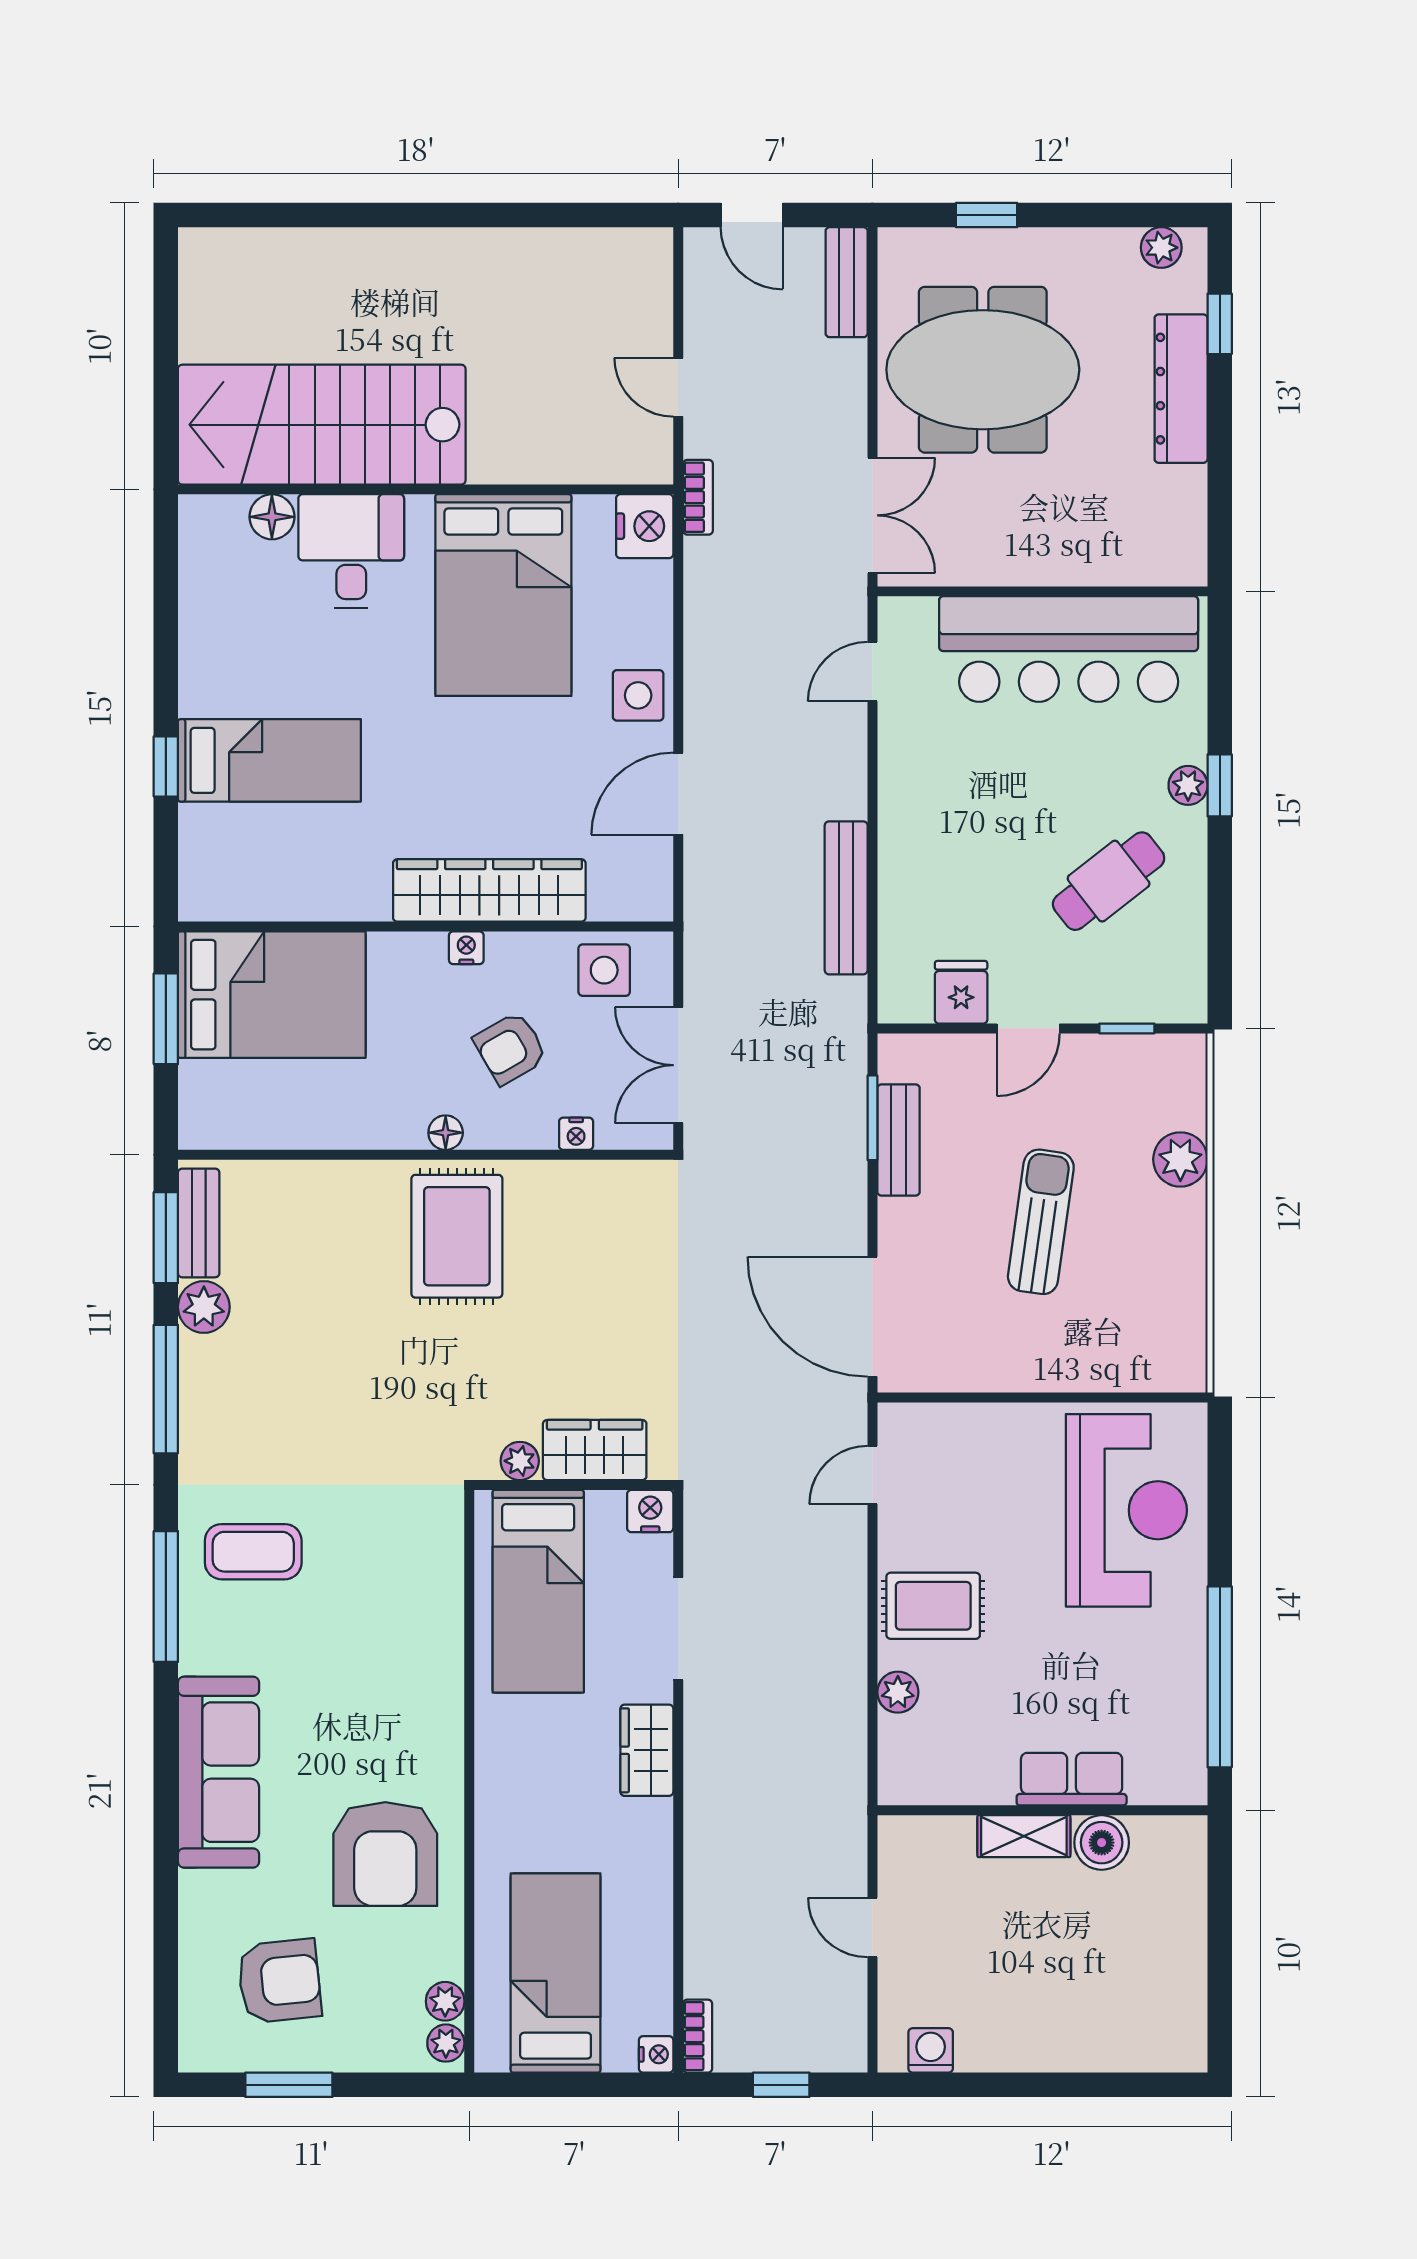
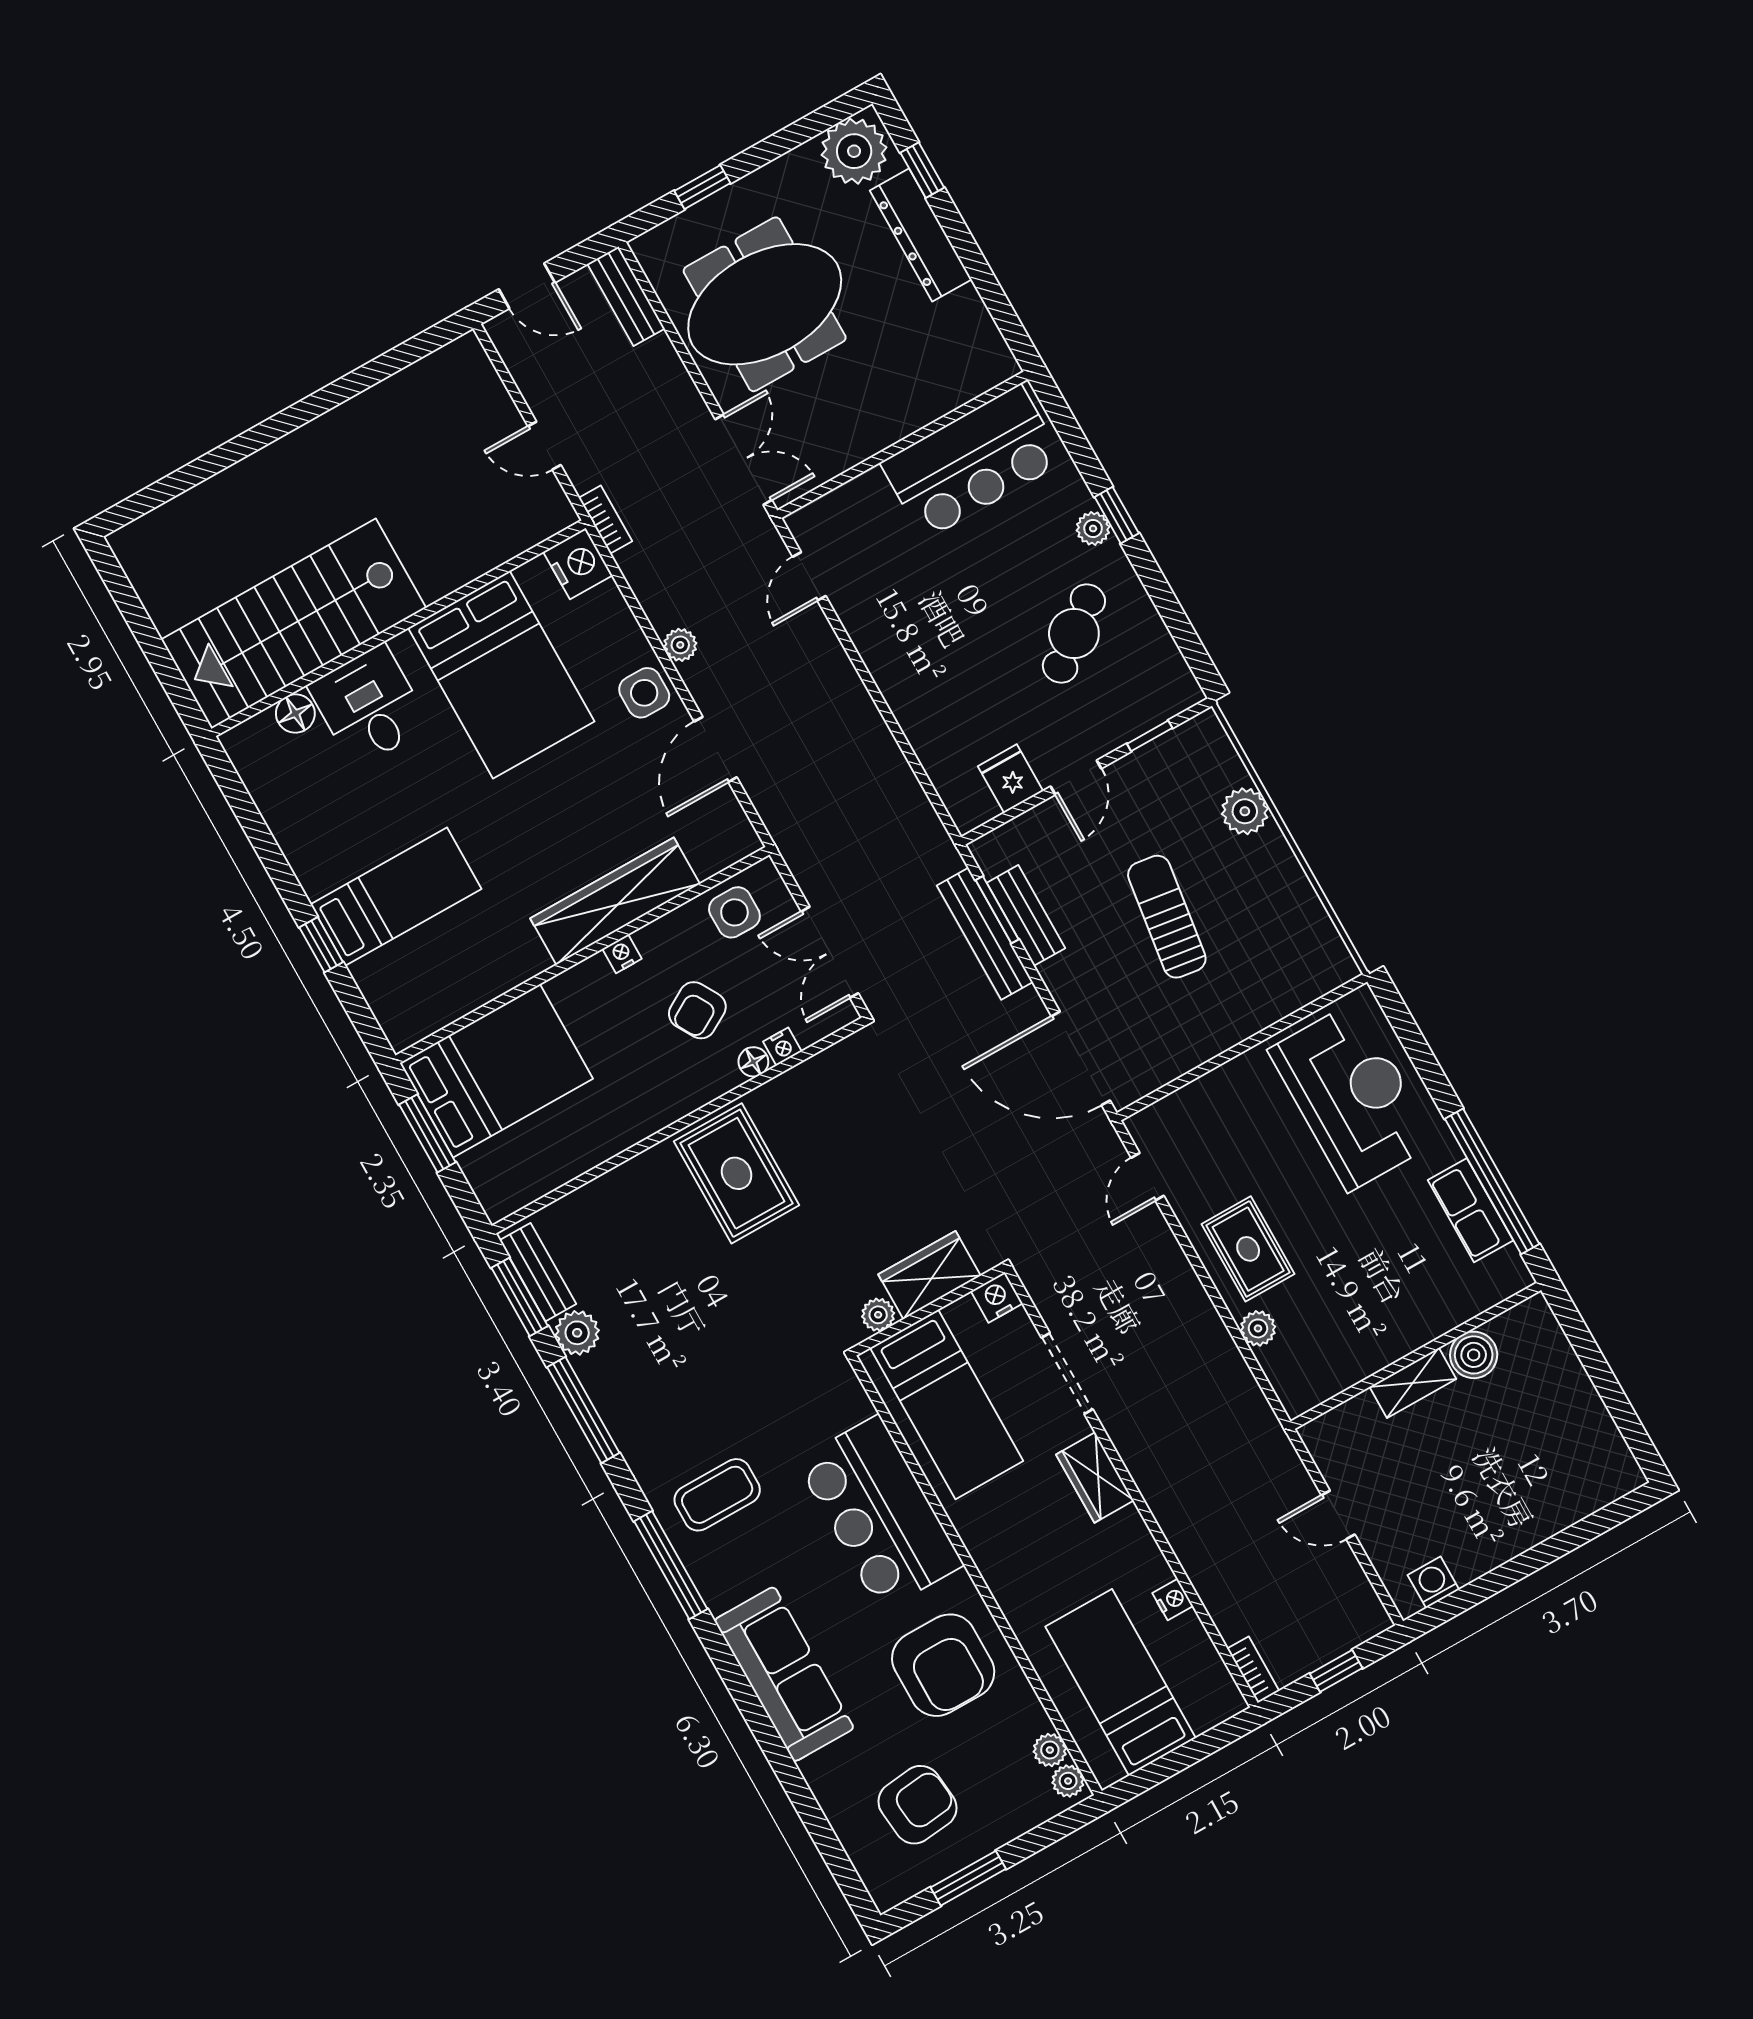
plant: (1161, 248) -> (854, 151), width x1.88, depth x1.88
bar counter: (1069, 649) -> (972, 462), width x0.73
plant: (702, 667) -> (680, 645), added
bench: (846, 898) -> (985, 934), moved
floor lamp: (446, 1133) -> (753, 1062), moved
rug: (933, 1606) -> (1248, 1249), turned 90
bar counter: (408, 1663) -> (880, 1513), added
row of seats: (1072, 1779) -> (1470, 1210), moved, turned -90
nightstand: (656, 2054) -> (1173, 1600), moved

